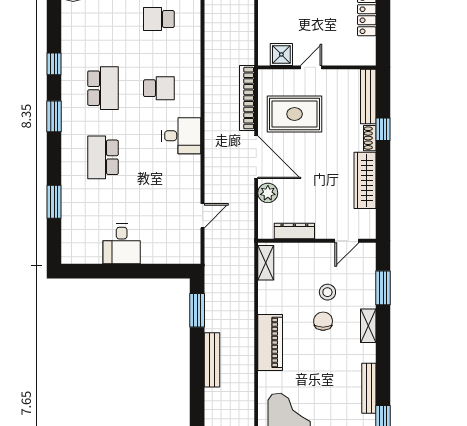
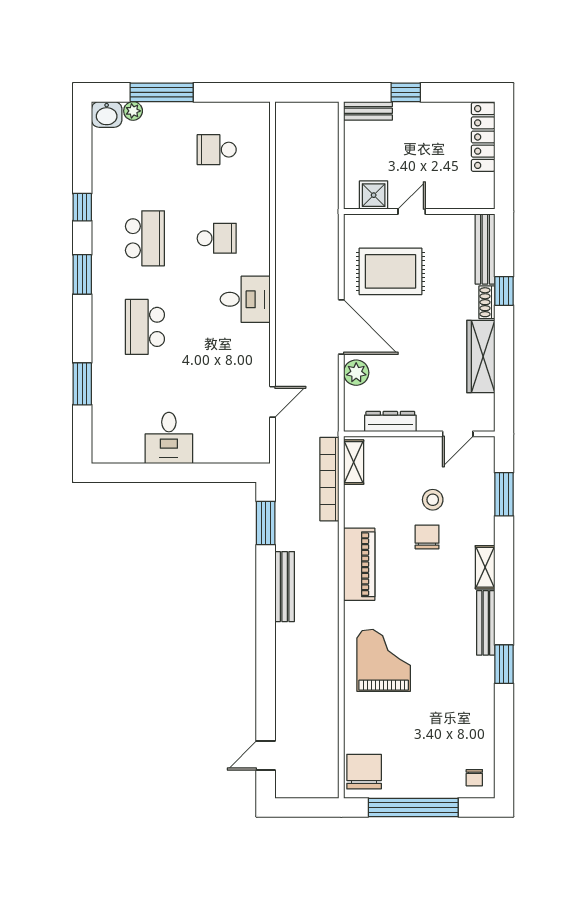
bookcase: (247, 98) -> (329, 479), moved
shelving: (368, 326) -> (485, 567), moved

